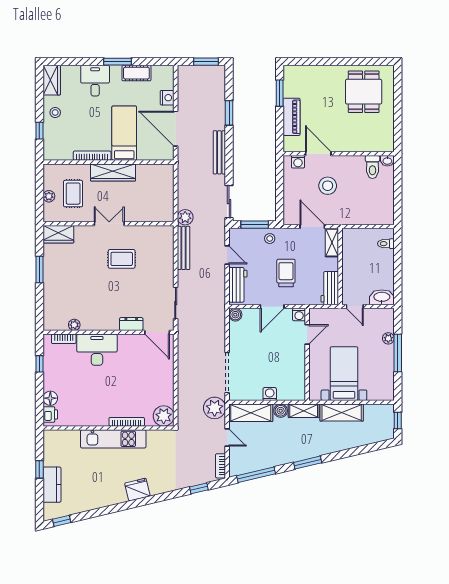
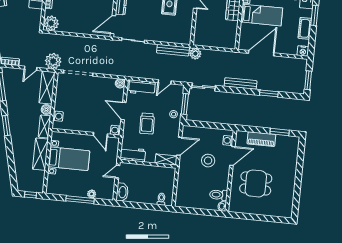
dining table: (364, 92) -> (256, 183), moved
nightstand: (167, 98) -> (303, 51), moved
trolley: (286, 273) -> (147, 124), turned 88
washing machine: (270, 394) -> (58, 116), moved

